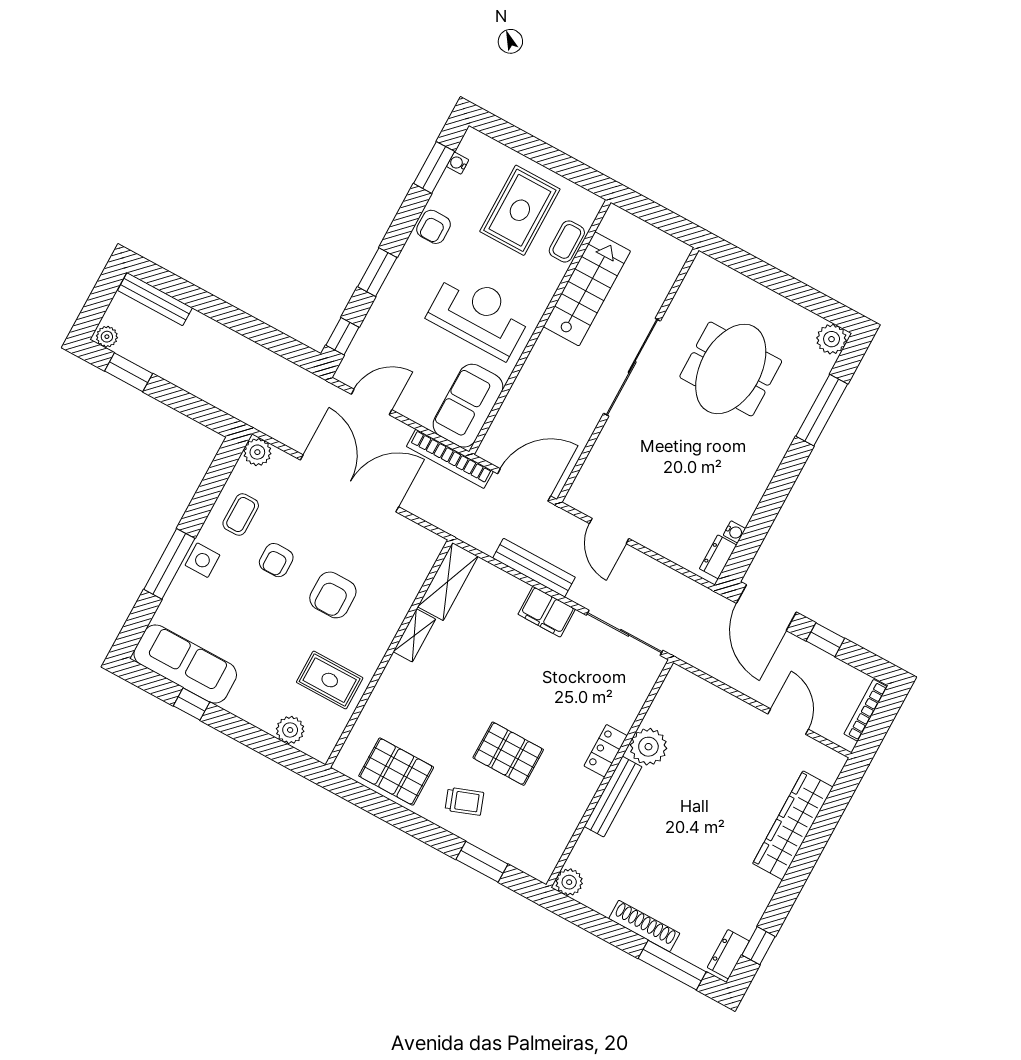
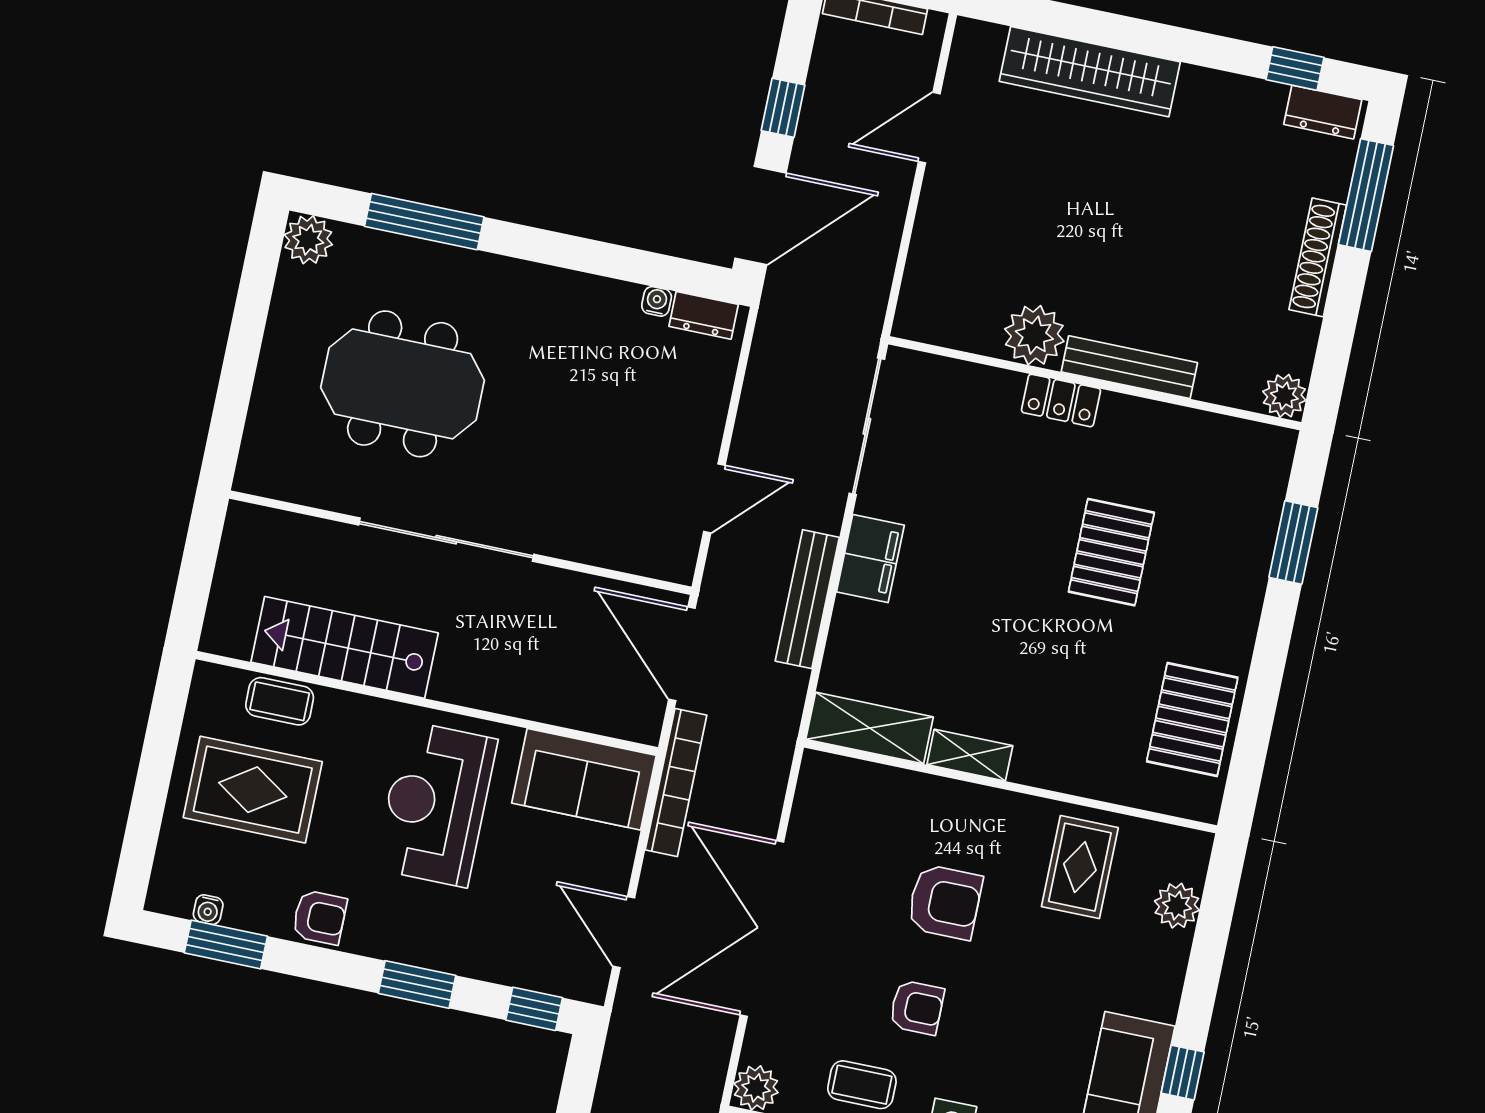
trolley: (464, 801) -> (1207, 598), removed

